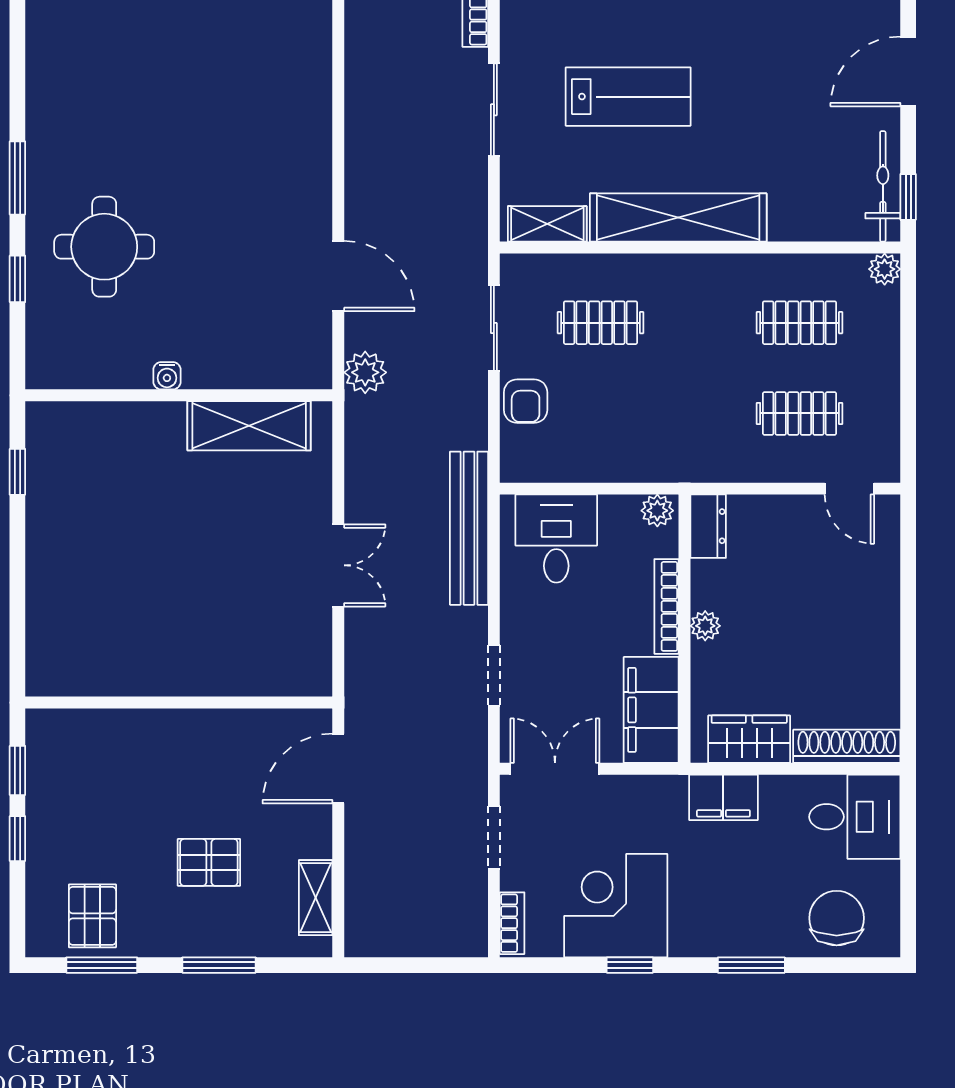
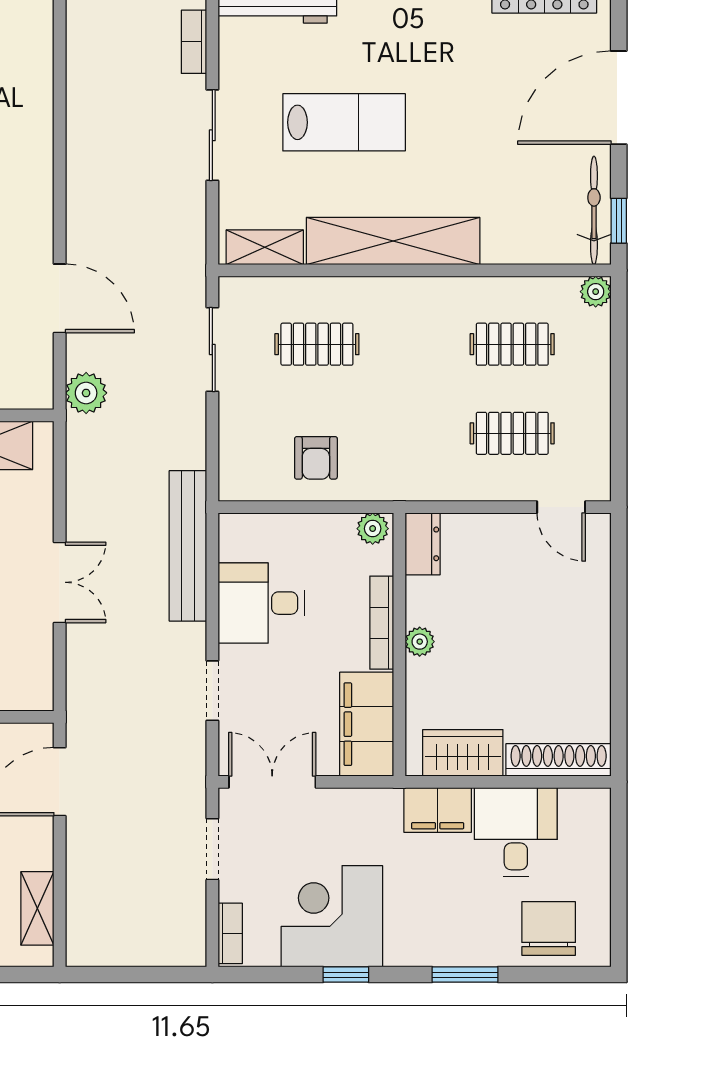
door: (908, 71) -> (619, 98), width x1.36
armchair: (526, 401) -> (316, 458), moved
desk: (556, 539) -> (261, 603), moved, turned -90
desk: (855, 817) -> (516, 832), moved, turned -90

